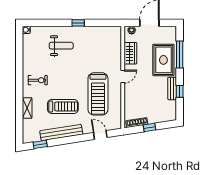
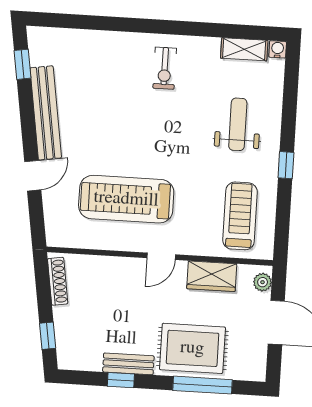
weight bench: (61, 46) -> (238, 124), turned 180
door: (123, 77) -> (161, 256), hinge flipped
treadmill: (63, 106) -> (240, 216), moved, turned 180
shelving: (27, 108) -> (244, 49), moved
window: (150, 127) -> (48, 336), moved
door: (100, 135) -> (33, 176), moved

